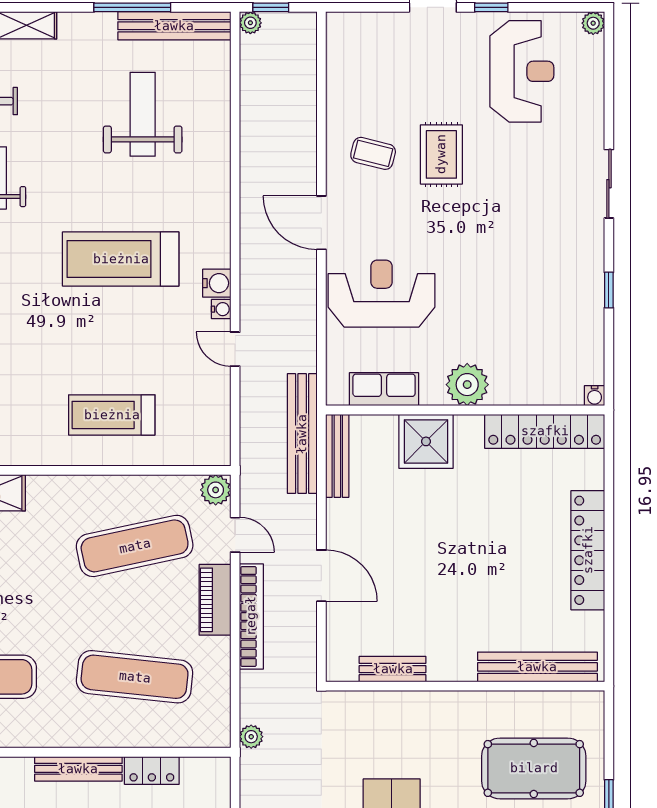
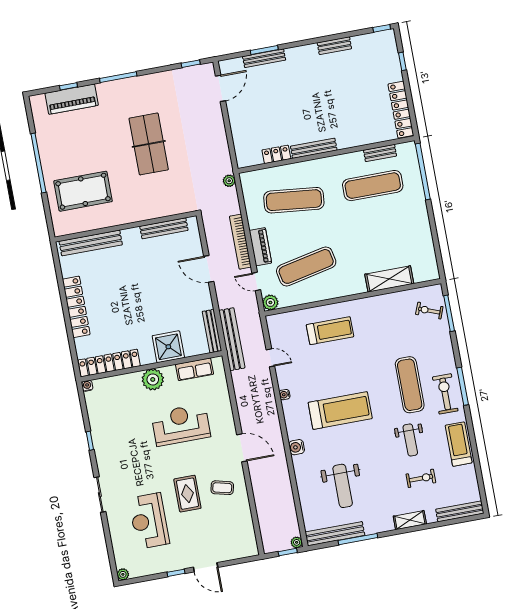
reception desk: (522, 71) -> (149, 521), moved
water cooler: (217, 283) -> (297, 447), moved
reception desk: (381, 294) -> (181, 425), moved, turned 180
door: (235, 349) -> (270, 358), moved
bench: (393, 669) -> (164, 228), width x1.36

